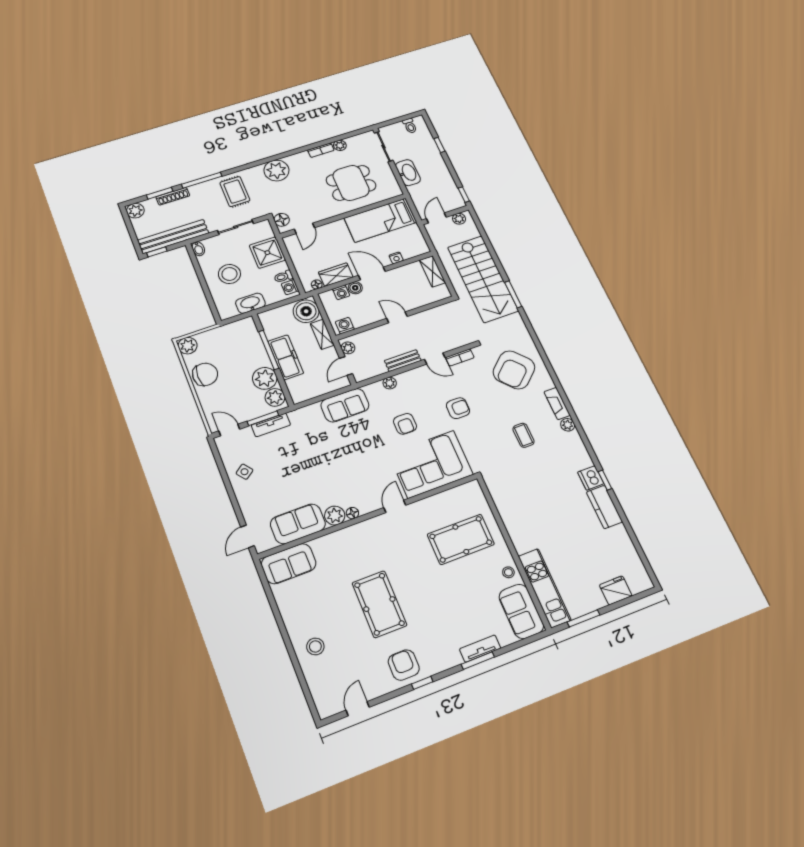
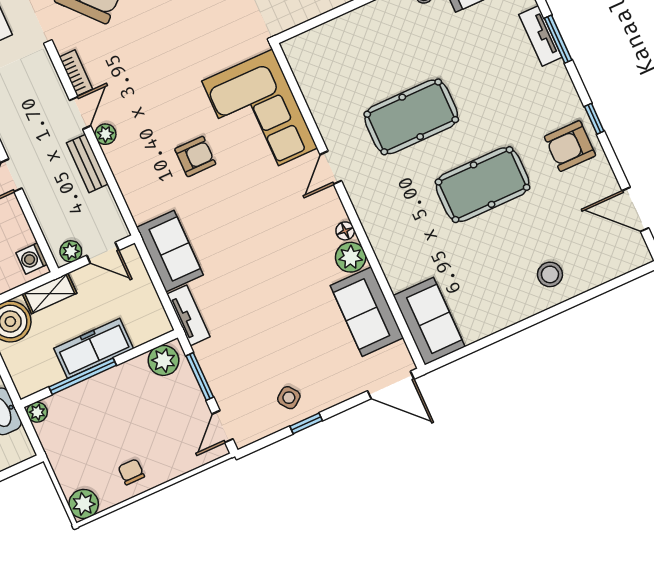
chair: (205, 374) -> (131, 472), width x0.54, depth x0.54
plant: (265, 378) -> (37, 412), moved, width x0.53, depth x0.53
plant: (390, 383) -> (105, 134), moved
armchair: (458, 408) -> (164, 74), removed
tv unit: (271, 425) -> (188, 315), moved
window: (227, 481) -> (306, 423), added
door: (395, 506) -> (331, 168), hinge flipped
door: (247, 536) -> (391, 385), width x1.38
pool table: (461, 539) -> (411, 117), moved, turned 90
door: (358, 709) -> (635, 209), width x1.38

